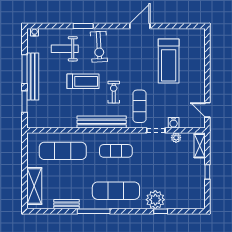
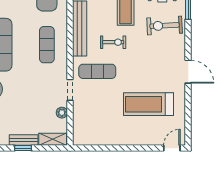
door: (207, 110) -> (172, 148), moved
water cooler: (174, 123) -> (79, 110), removed
bench: (200, 171) -> (24, 140), added

